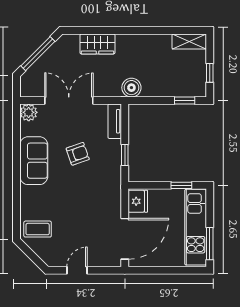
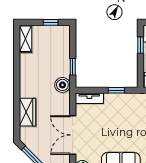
window: (185, 100) -> (73, 67), moved
armchair: (78, 154) -> (115, 128), removed

